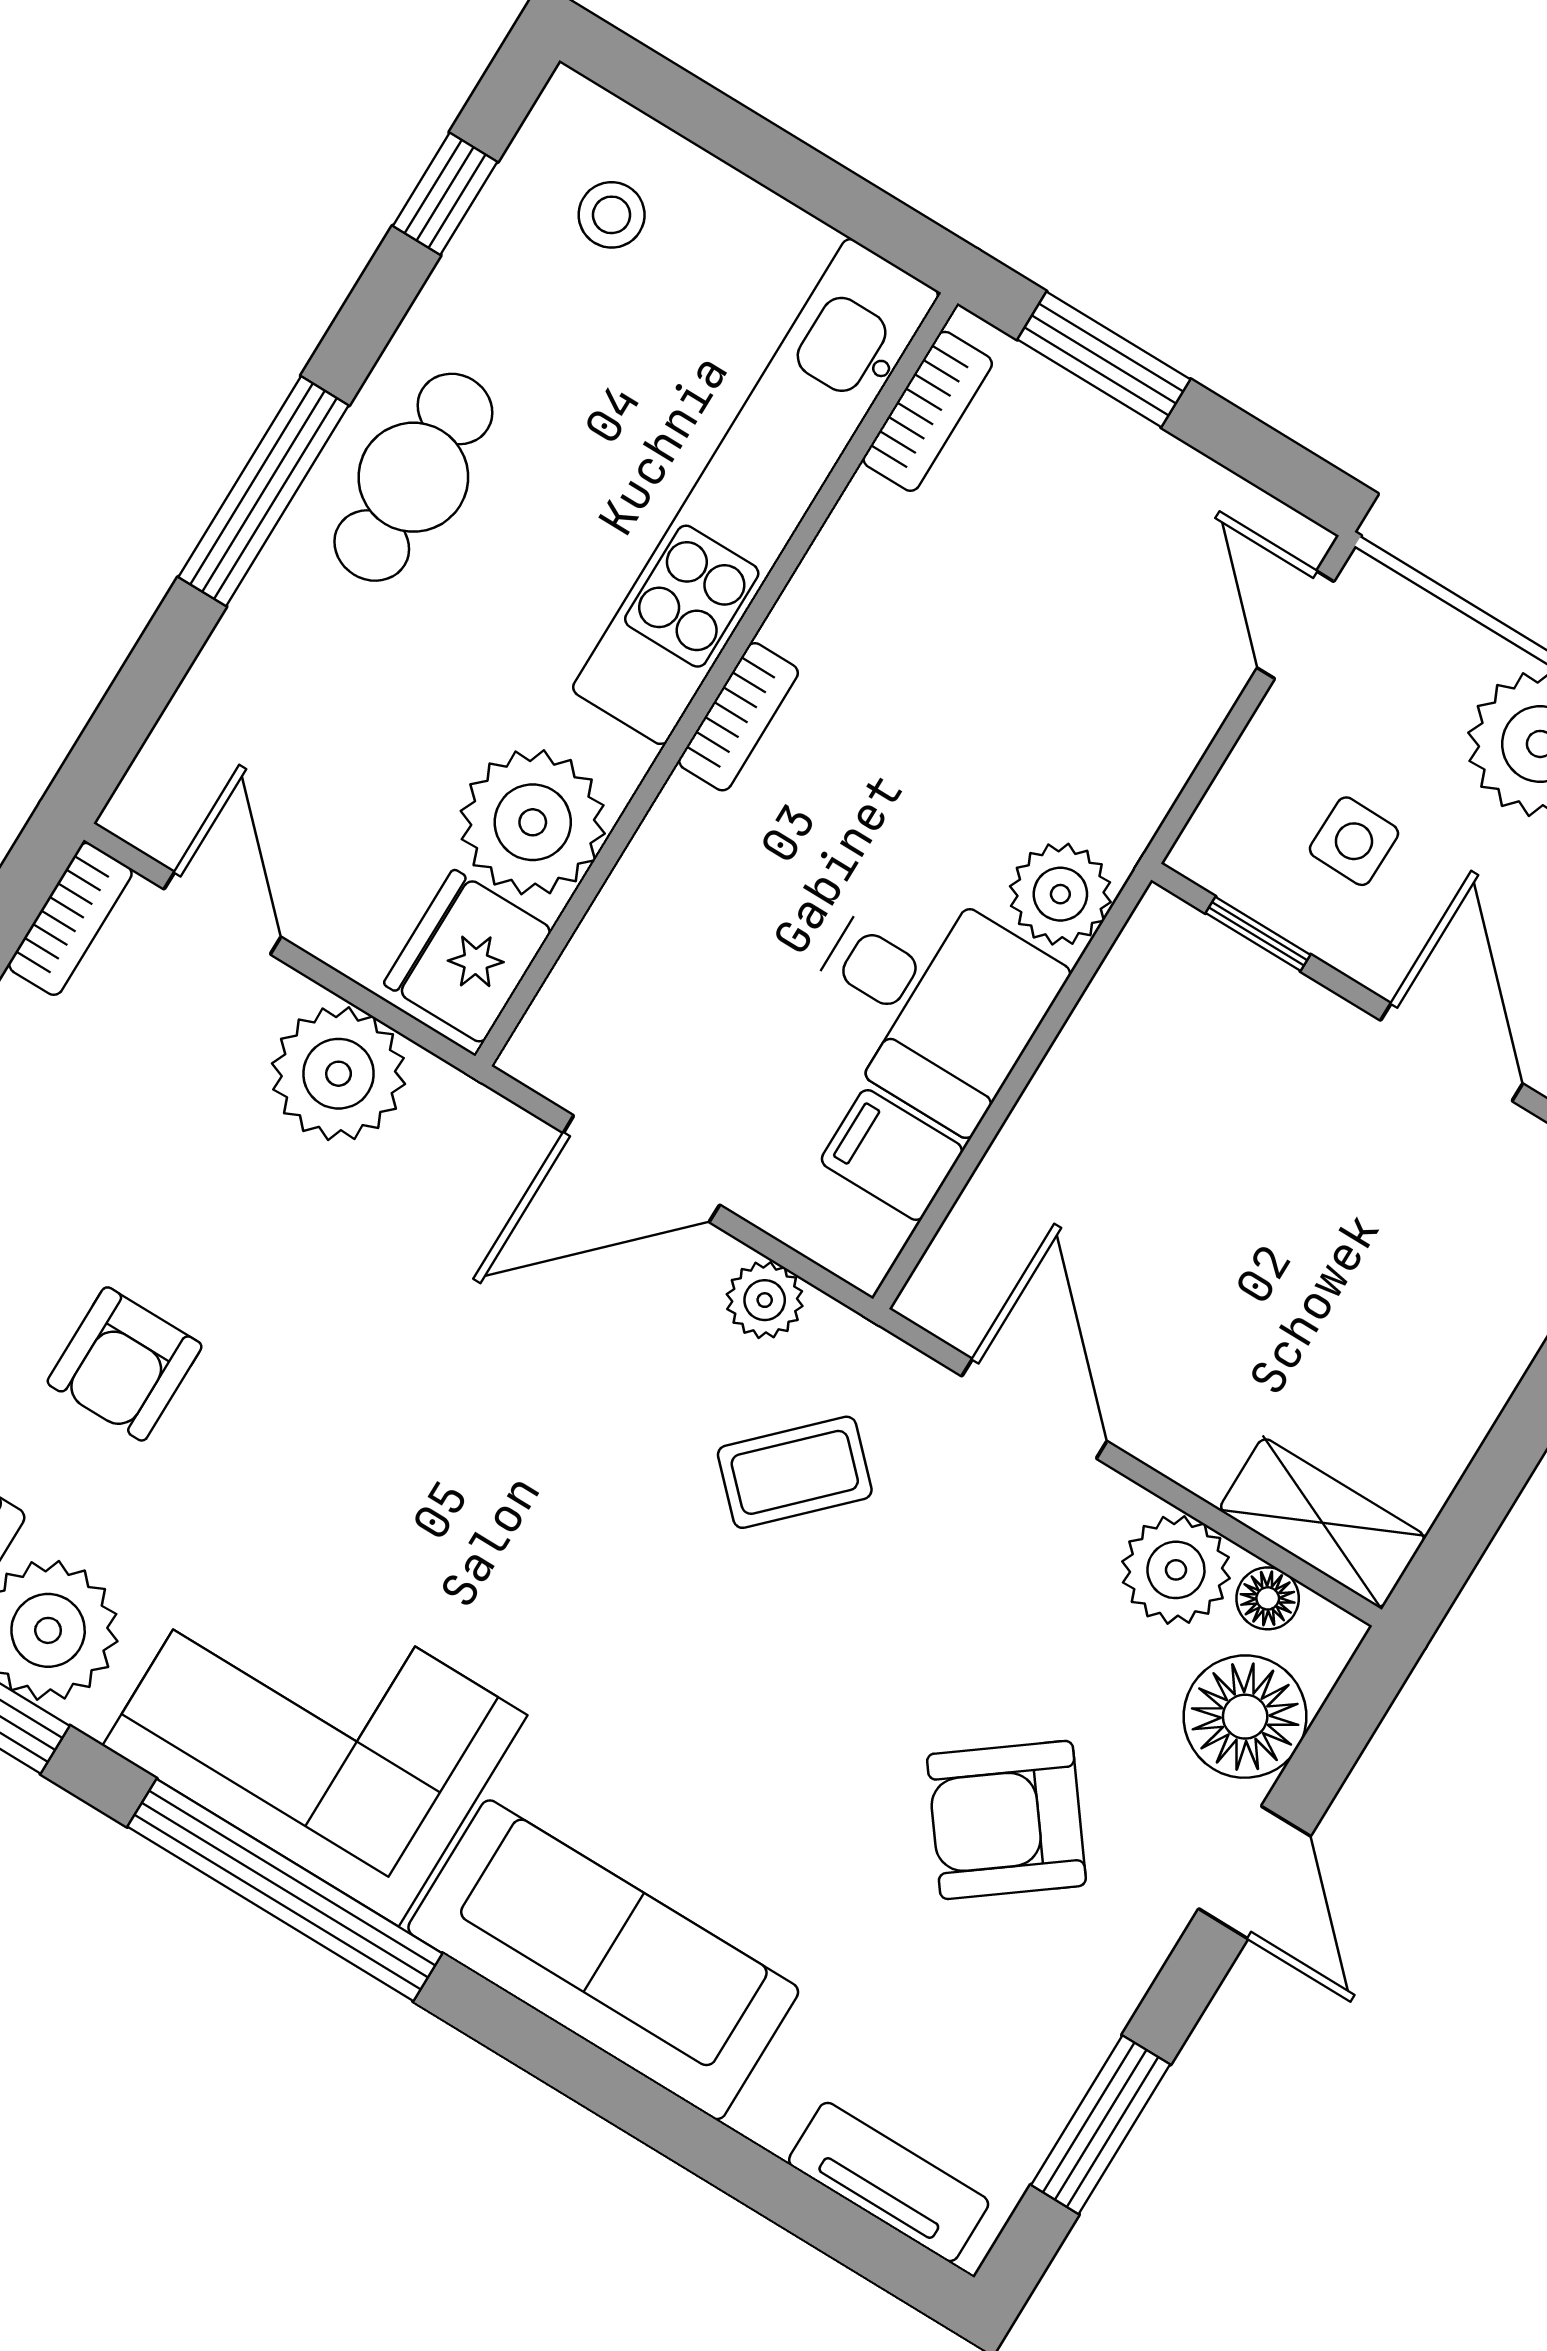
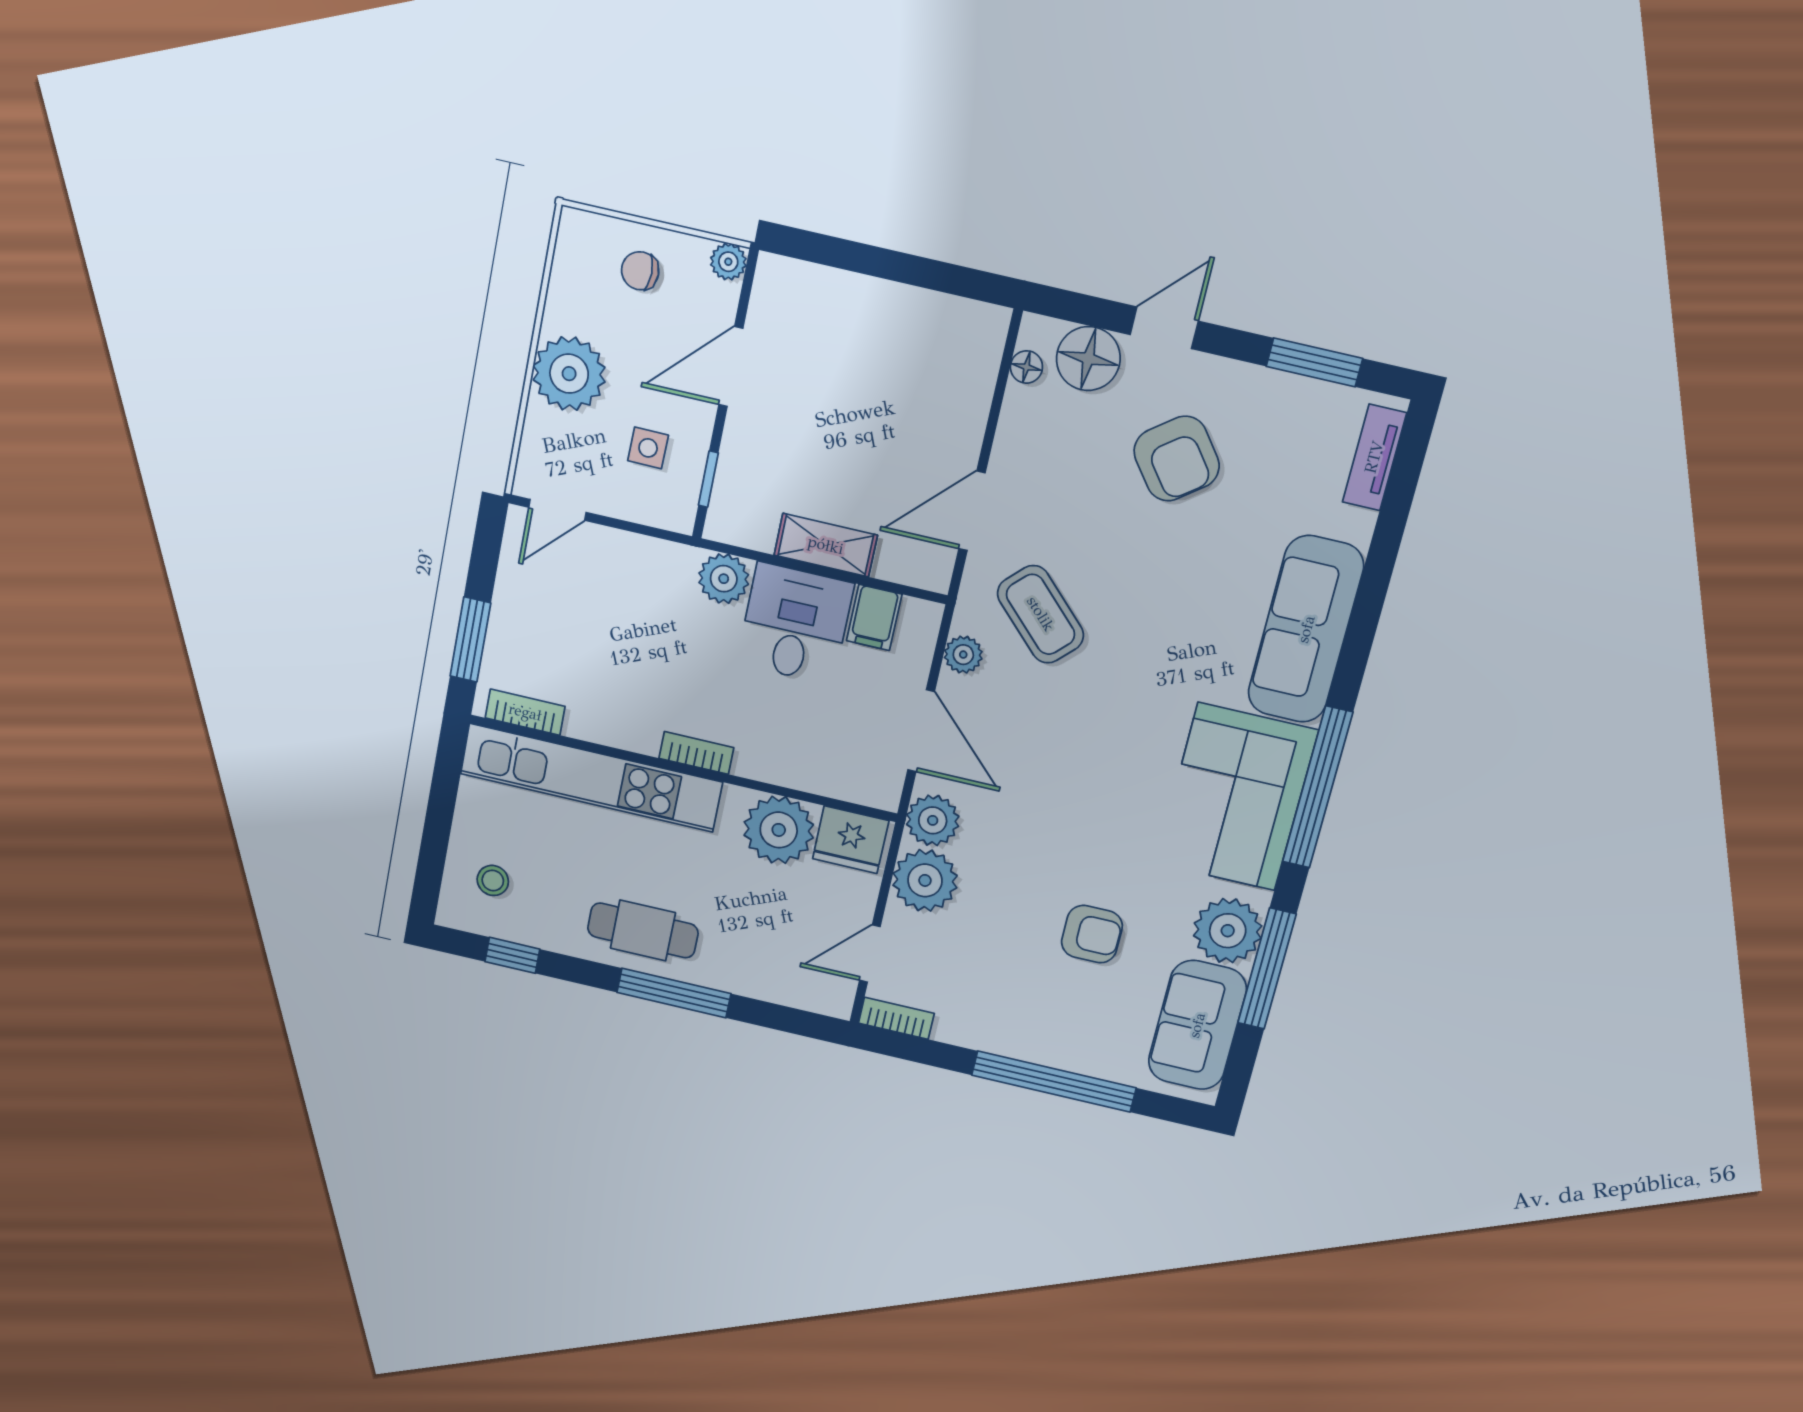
coffee table: (795, 1472) -> (1041, 614), width x1.36, depth x1.30
shelving: (1322, 1523) -> (826, 545), moved, turned 90
plant: (1176, 1570) -> (933, 820), moved

